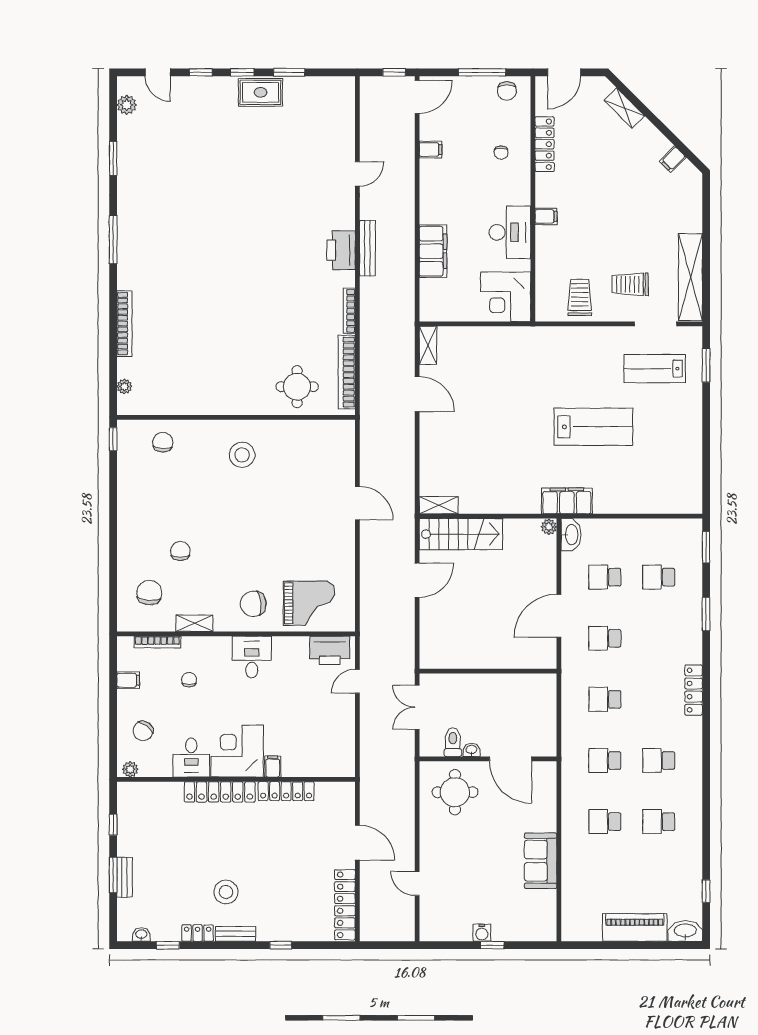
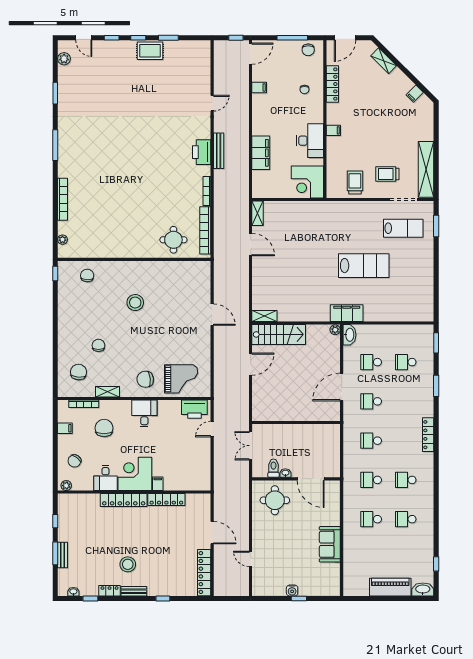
lab bench: (655, 369) -> (403, 228), turned 180
stool: (242, 455) -> (135, 303), moved
chair: (189, 680) -> (104, 428), width x1.87, depth x1.87

